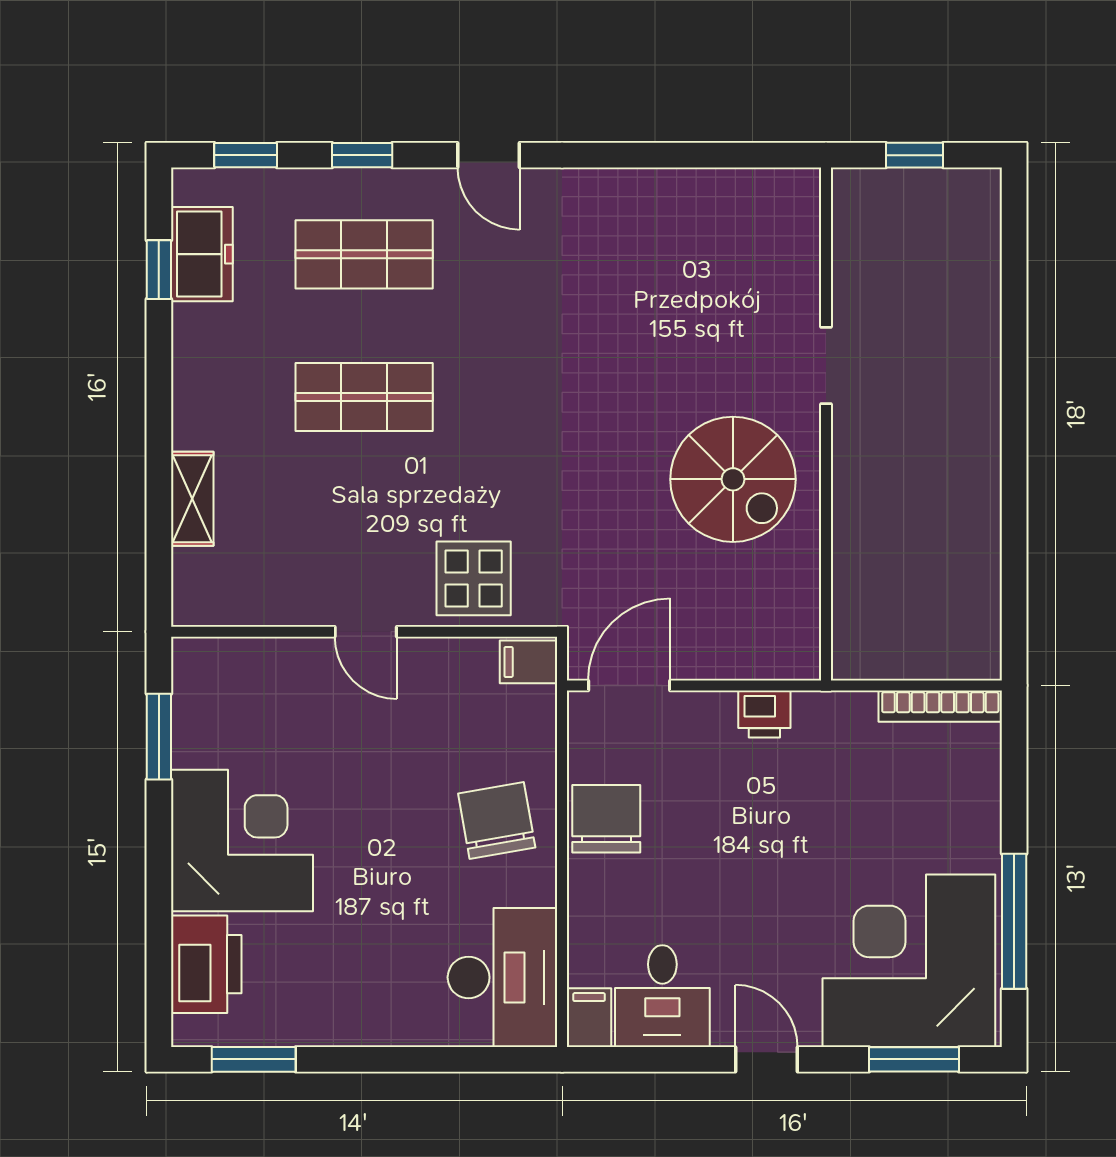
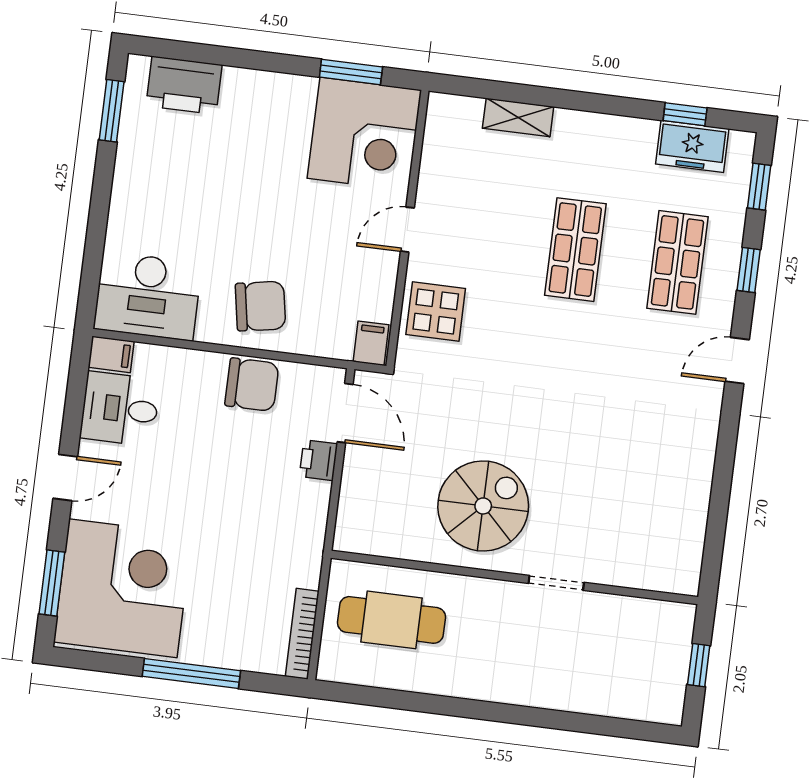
spiral stairs: (733, 479) -> (483, 506), turned 180
cafe table: (906, 586) -> (392, 620), added
printer: (764, 714) -> (318, 460), moved
corner desk: (242, 840) -> (364, 134), moved
window: (1014, 921) -> (191, 673), moved

